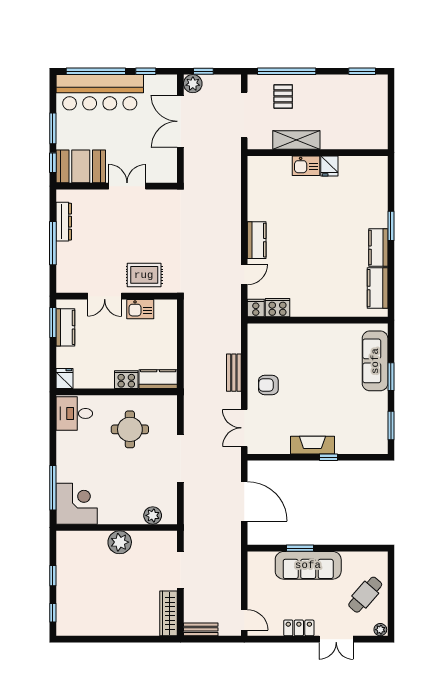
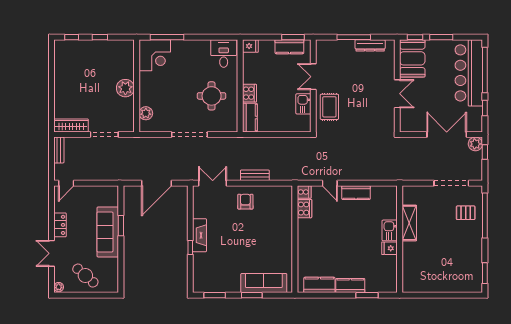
shelving: (296, 140) -> (409, 223), moved
wall: (318, 153) -> (400, 239), moved
kitchen sink: (306, 166) -> (390, 230), moved
fridge: (329, 166) -> (389, 248), moved

